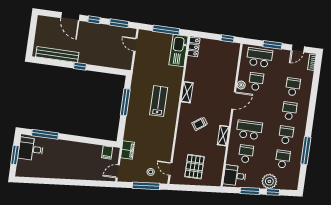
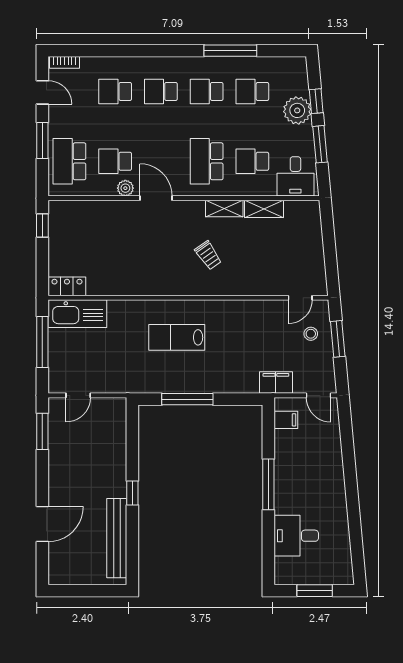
window: (94, 20) -> (42, 479), removed
shelving: (187, 92) -> (264, 209), moved
window: (45, 134) -> (268, 484), moved
desk: (31, 149) -> (296, 536), moved, turned 90
pallet: (194, 167) -> (290, 254), removed
window: (146, 186) -> (338, 339), width x0.69

